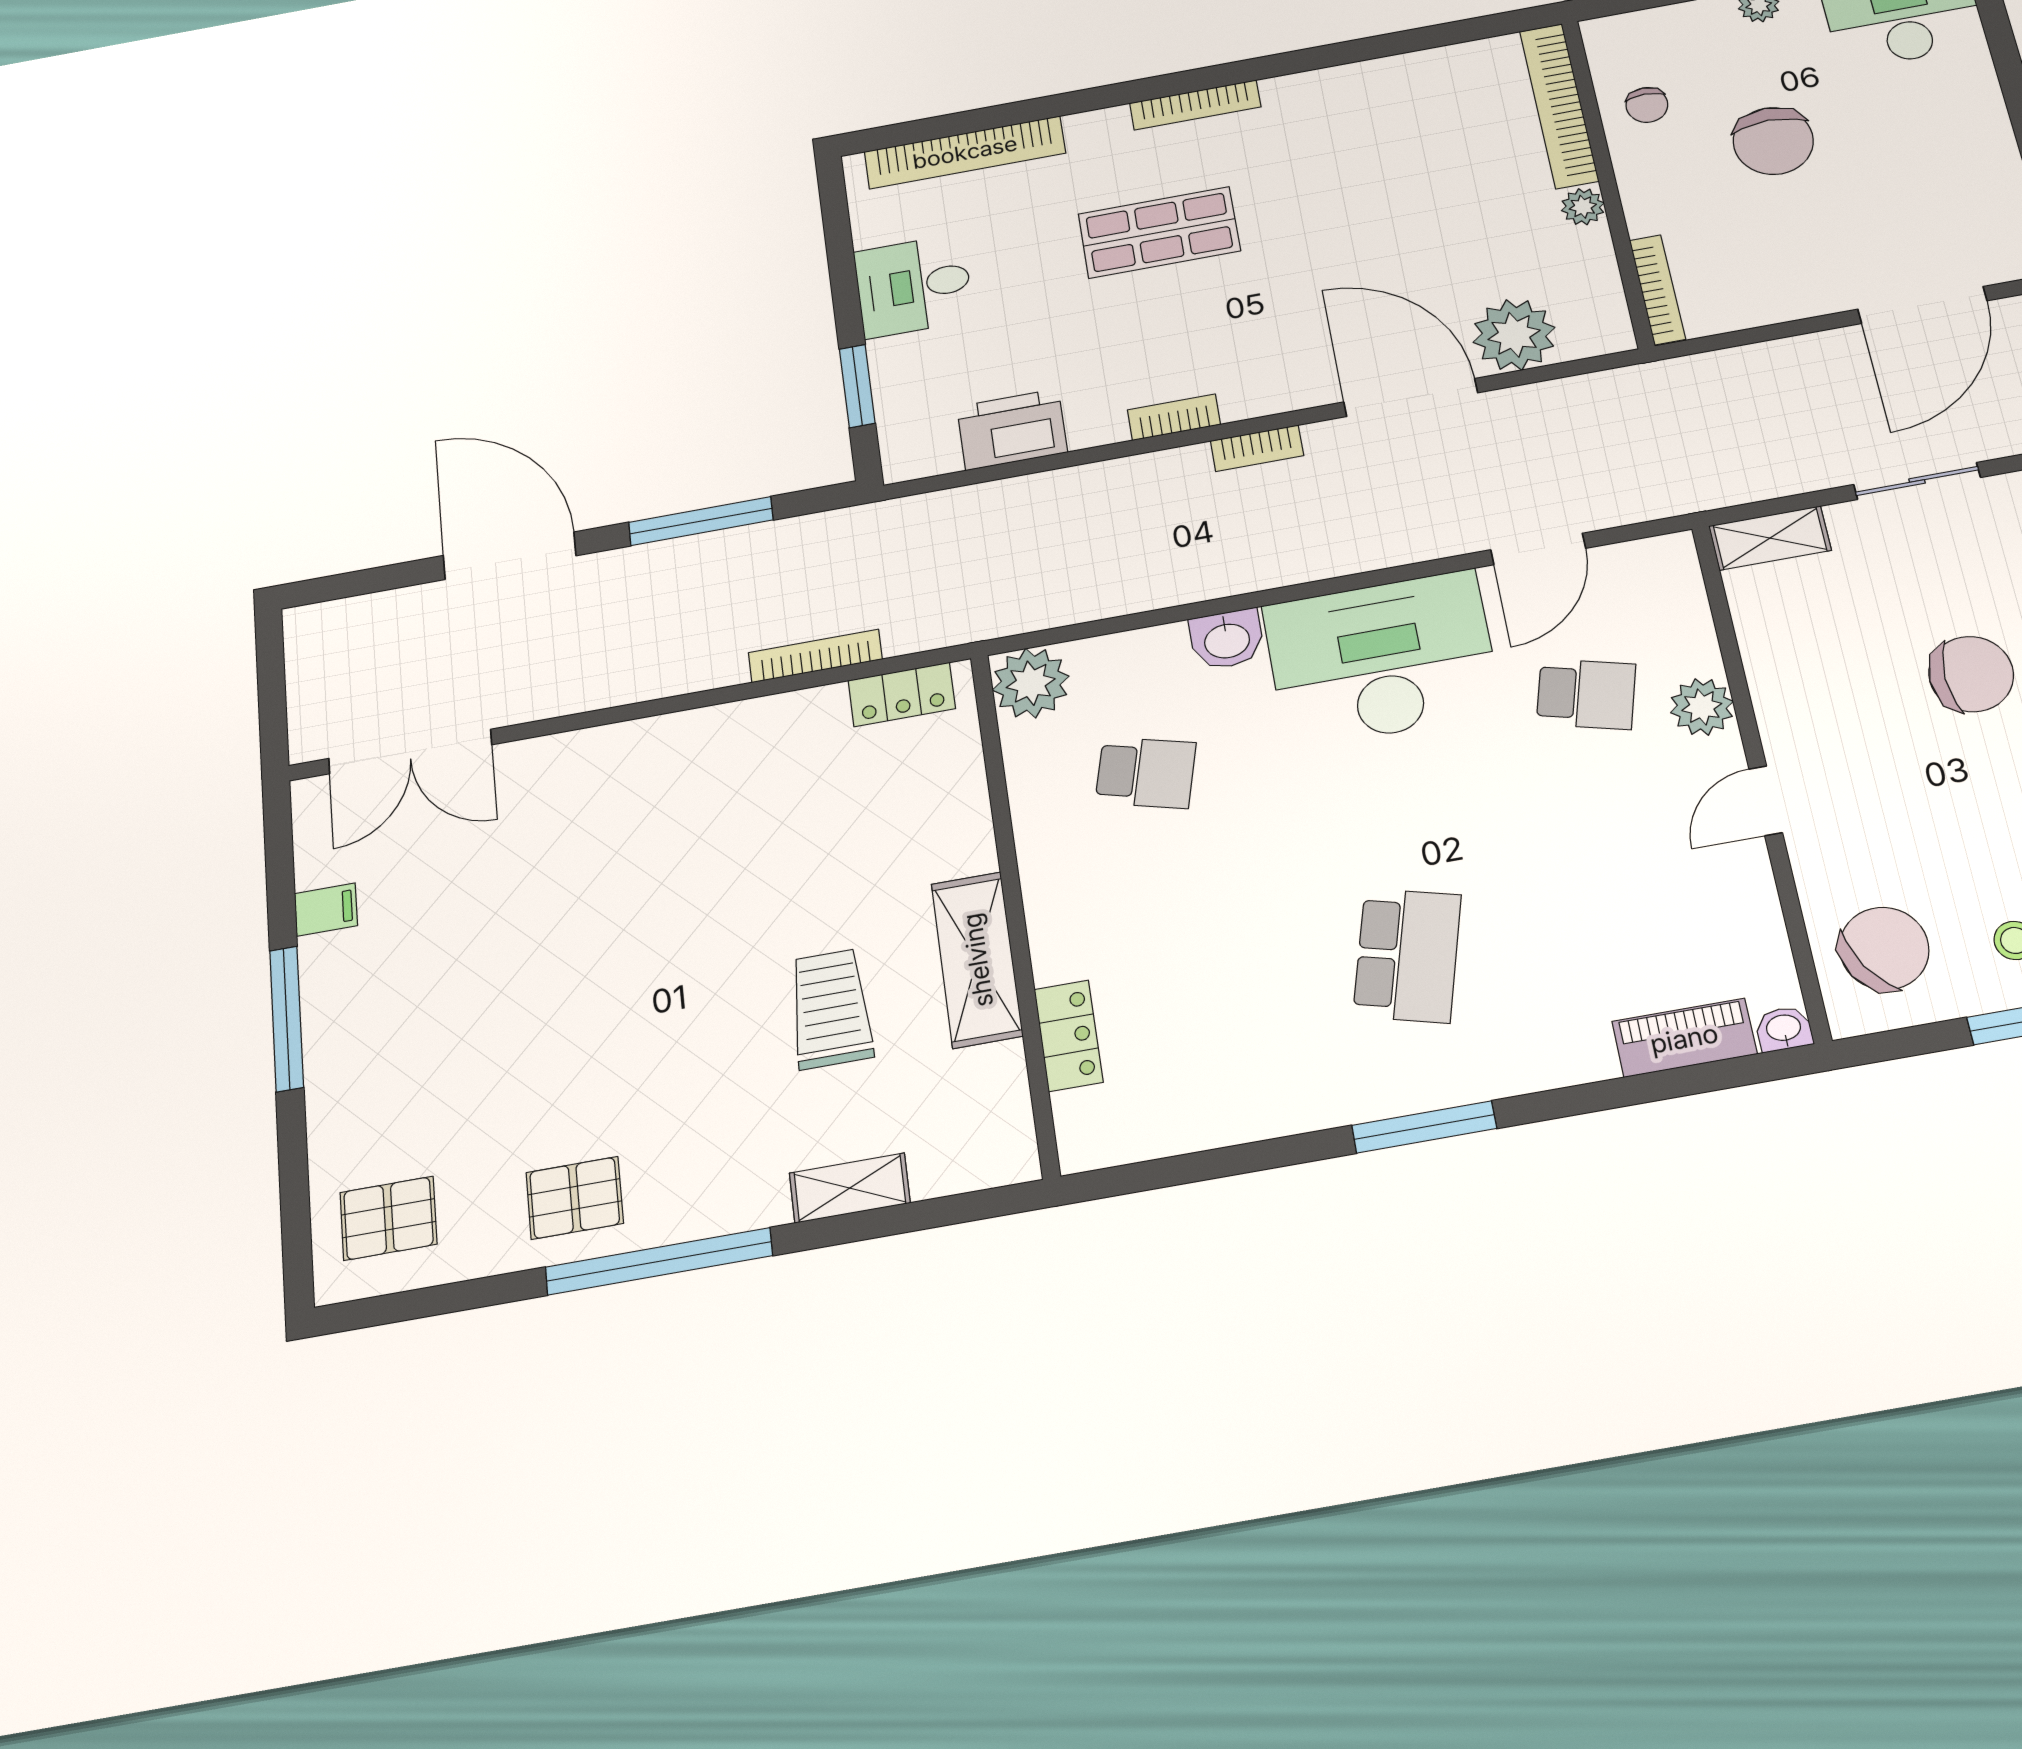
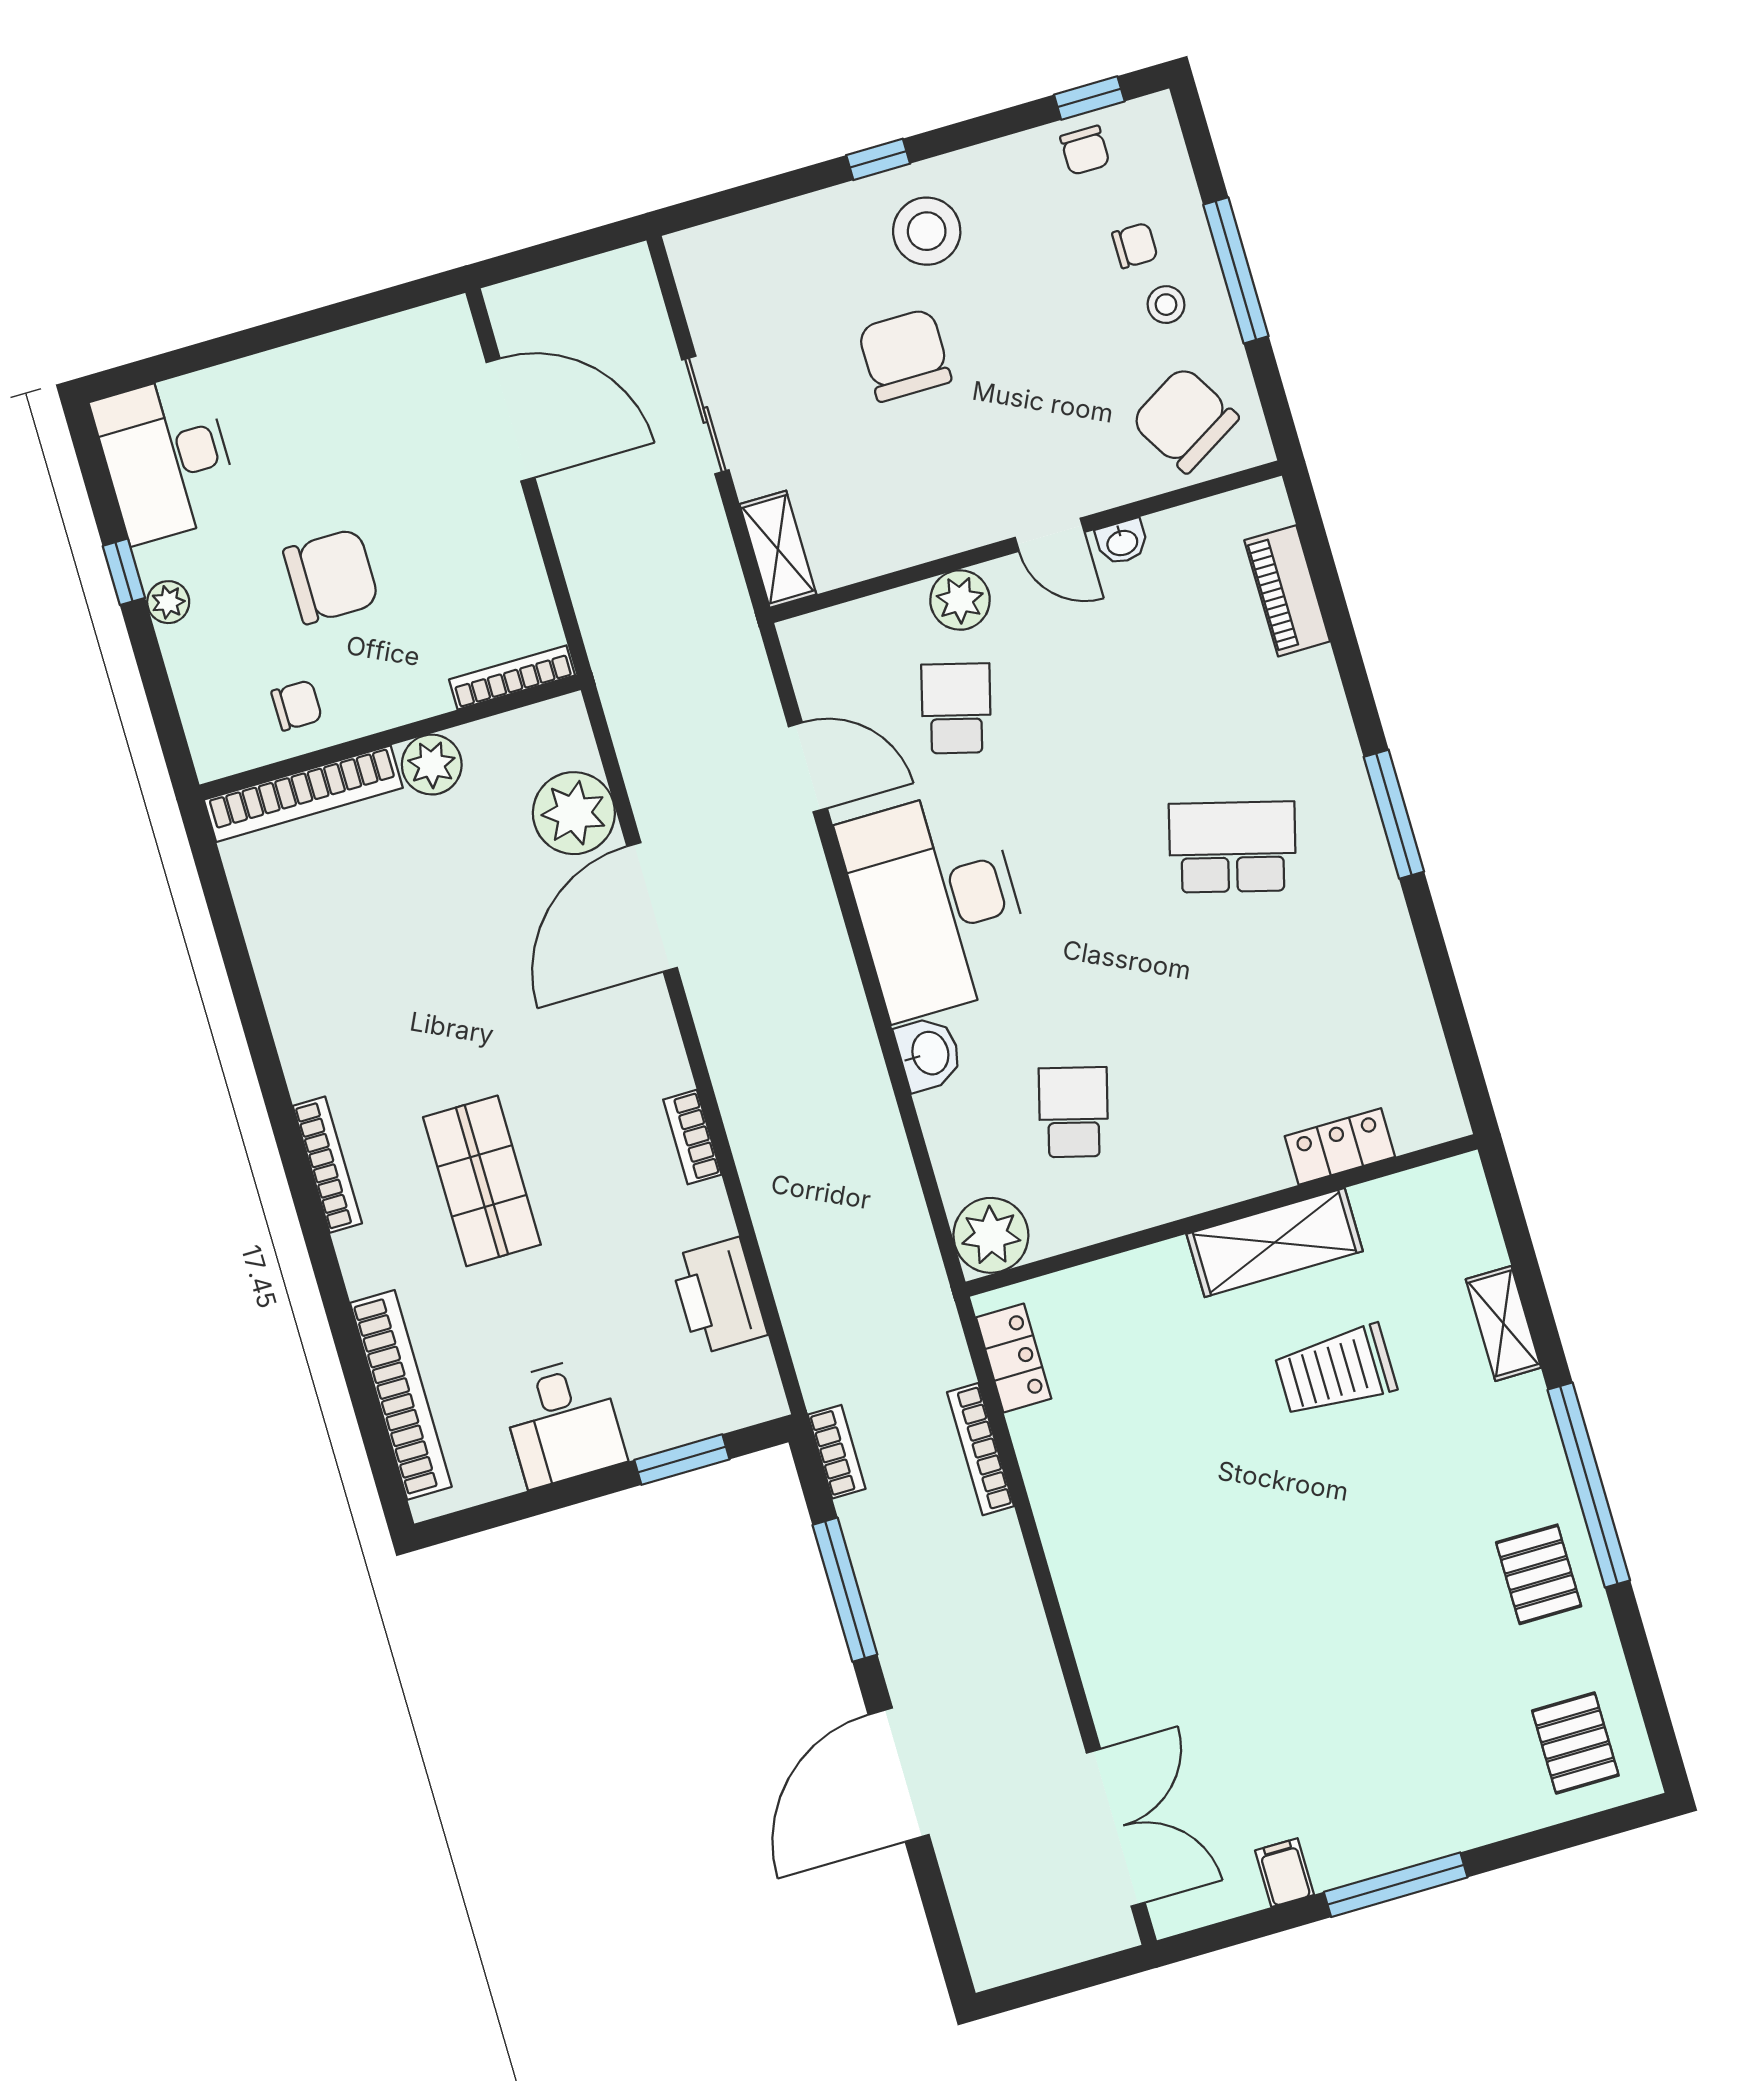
plant: (1583, 207) -> (432, 765), width x1.38, depth x1.38
bookcase: (1257, 448) -> (837, 1452), moved
washbasin: (1784, 1029) -> (1122, 542), moved, turned -90

